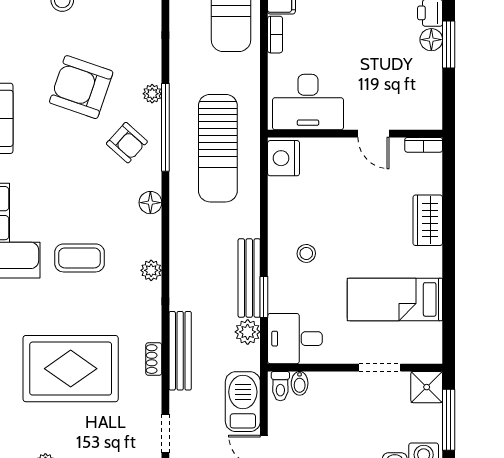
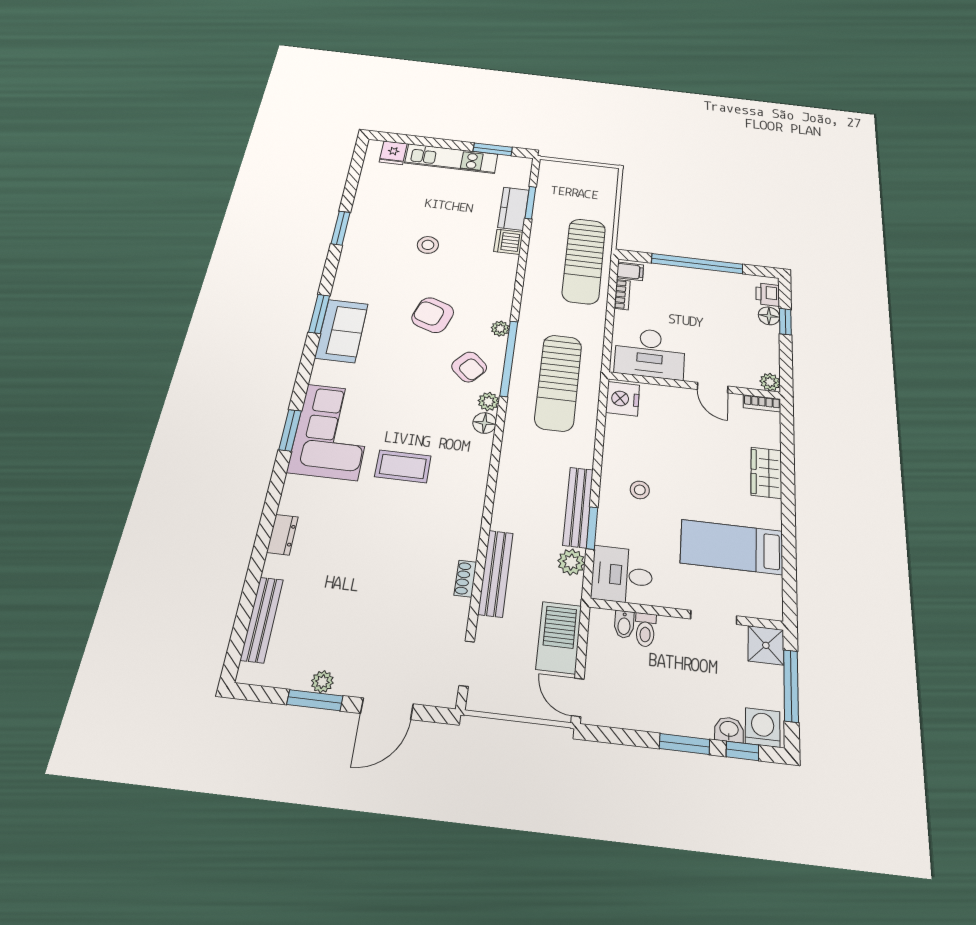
window: (449, 44) -> (785, 322), width x0.67
armchair: (81, 87) -> (433, 315), width x0.73, depth x0.73
plant: (432, 119) -> (770, 382), added
plant: (151, 270) -> (488, 402), moved
rug: (71, 369) -> (372, 578), removed
toilet: (280, 386) -> (645, 630), moved

